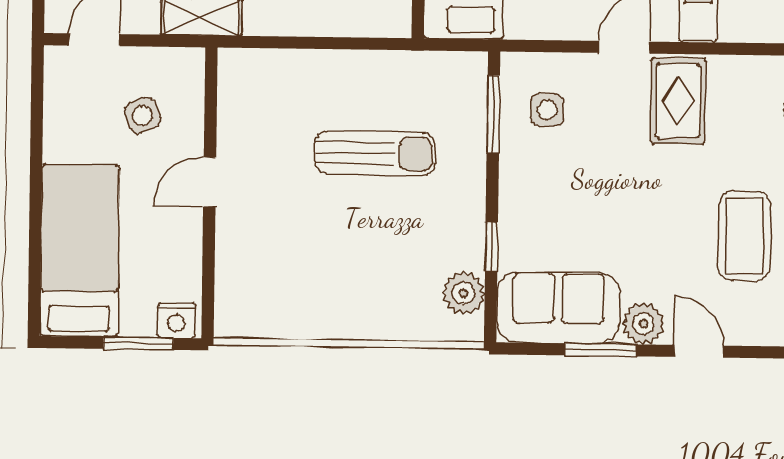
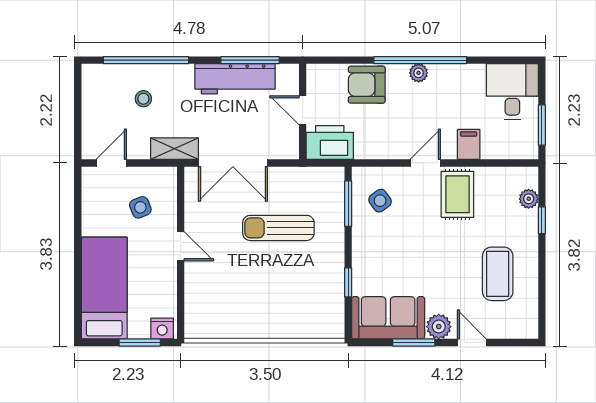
double door: (300, 43) -> (233, 163), added
side table: (547, 110) -> (380, 201), turned -36
sun lounger: (375, 153) -> (278, 228), turned 180
door: (210, 182) -> (181, 246), swing flipped
plant: (464, 293) -> (332, 310), removed

